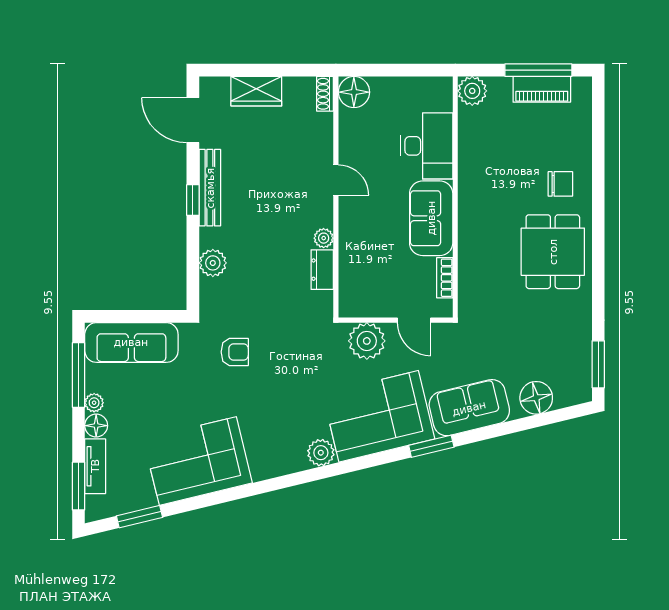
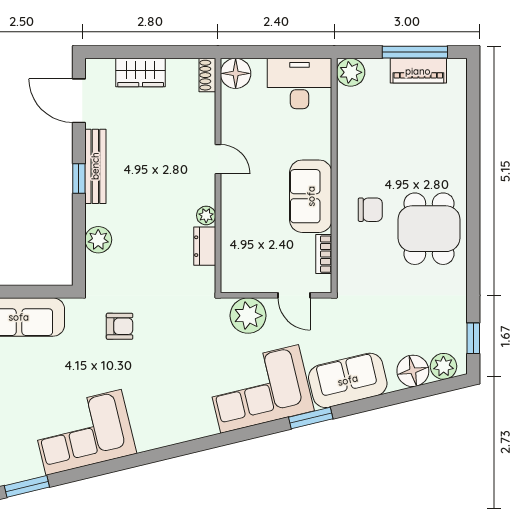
desk: (427, 146) -> (300, 84), moved, turned -90
chair: (560, 184) -> (370, 210), moved
window: (598, 364) -> (473, 338), width x0.67
plant: (321, 453) -> (444, 366), moved

